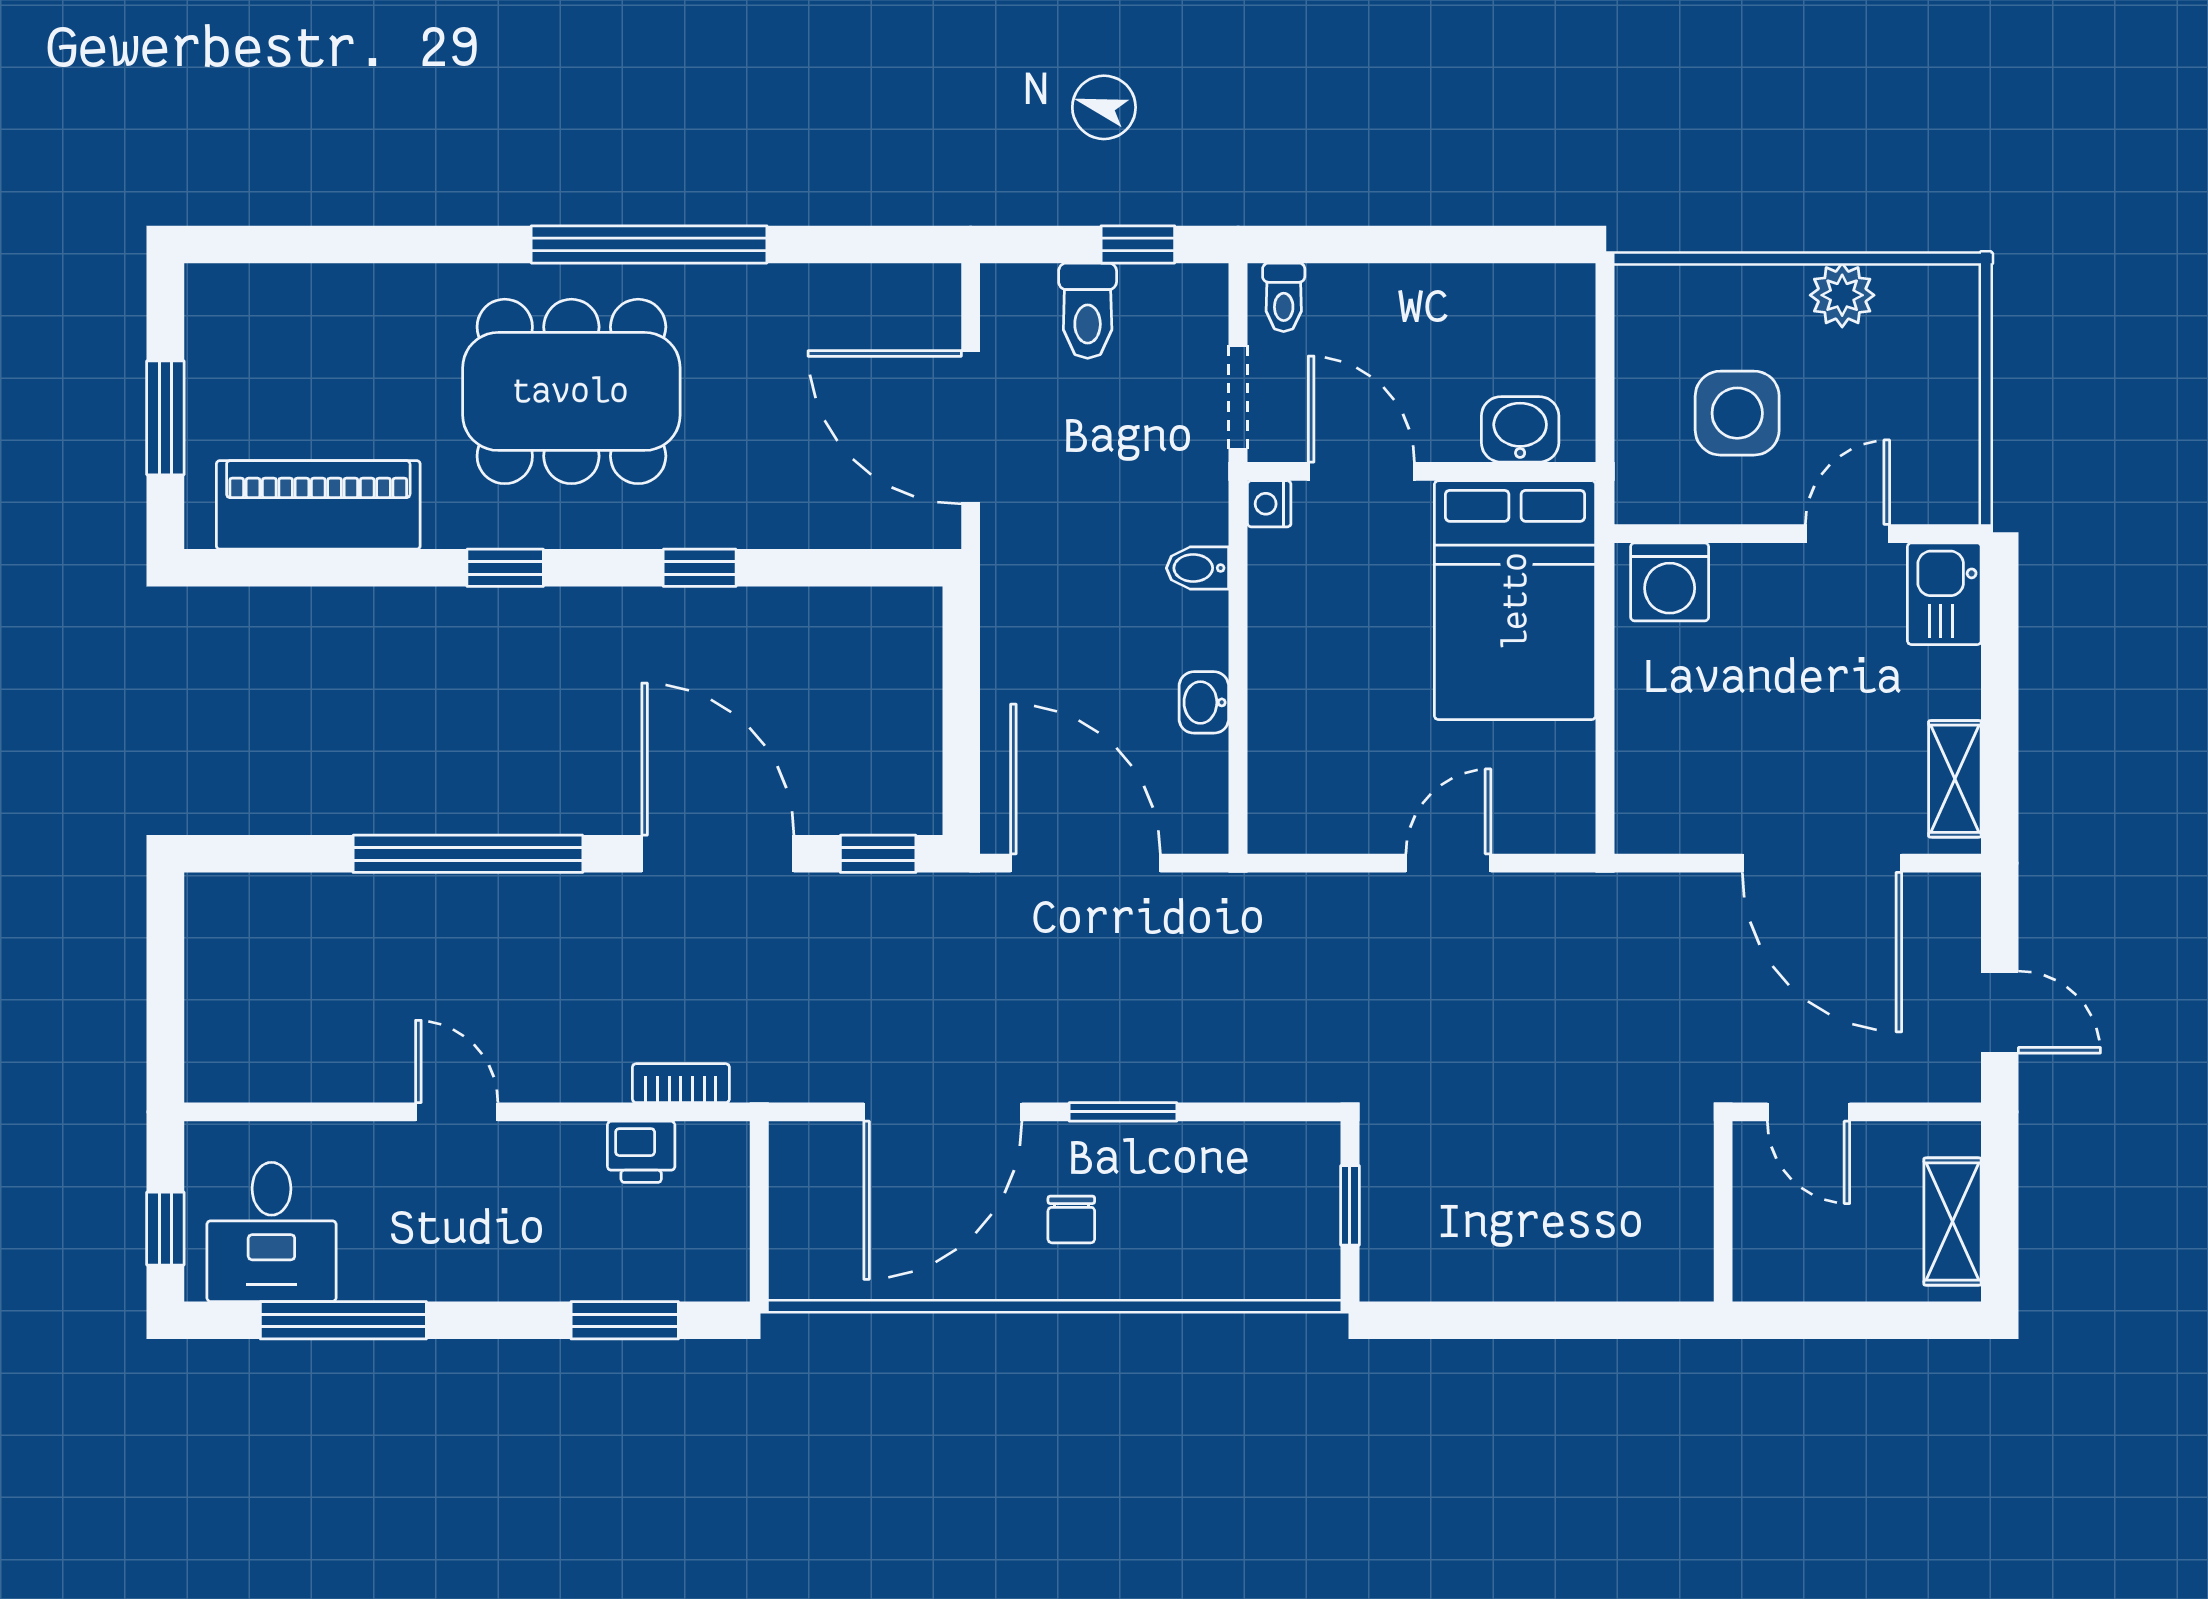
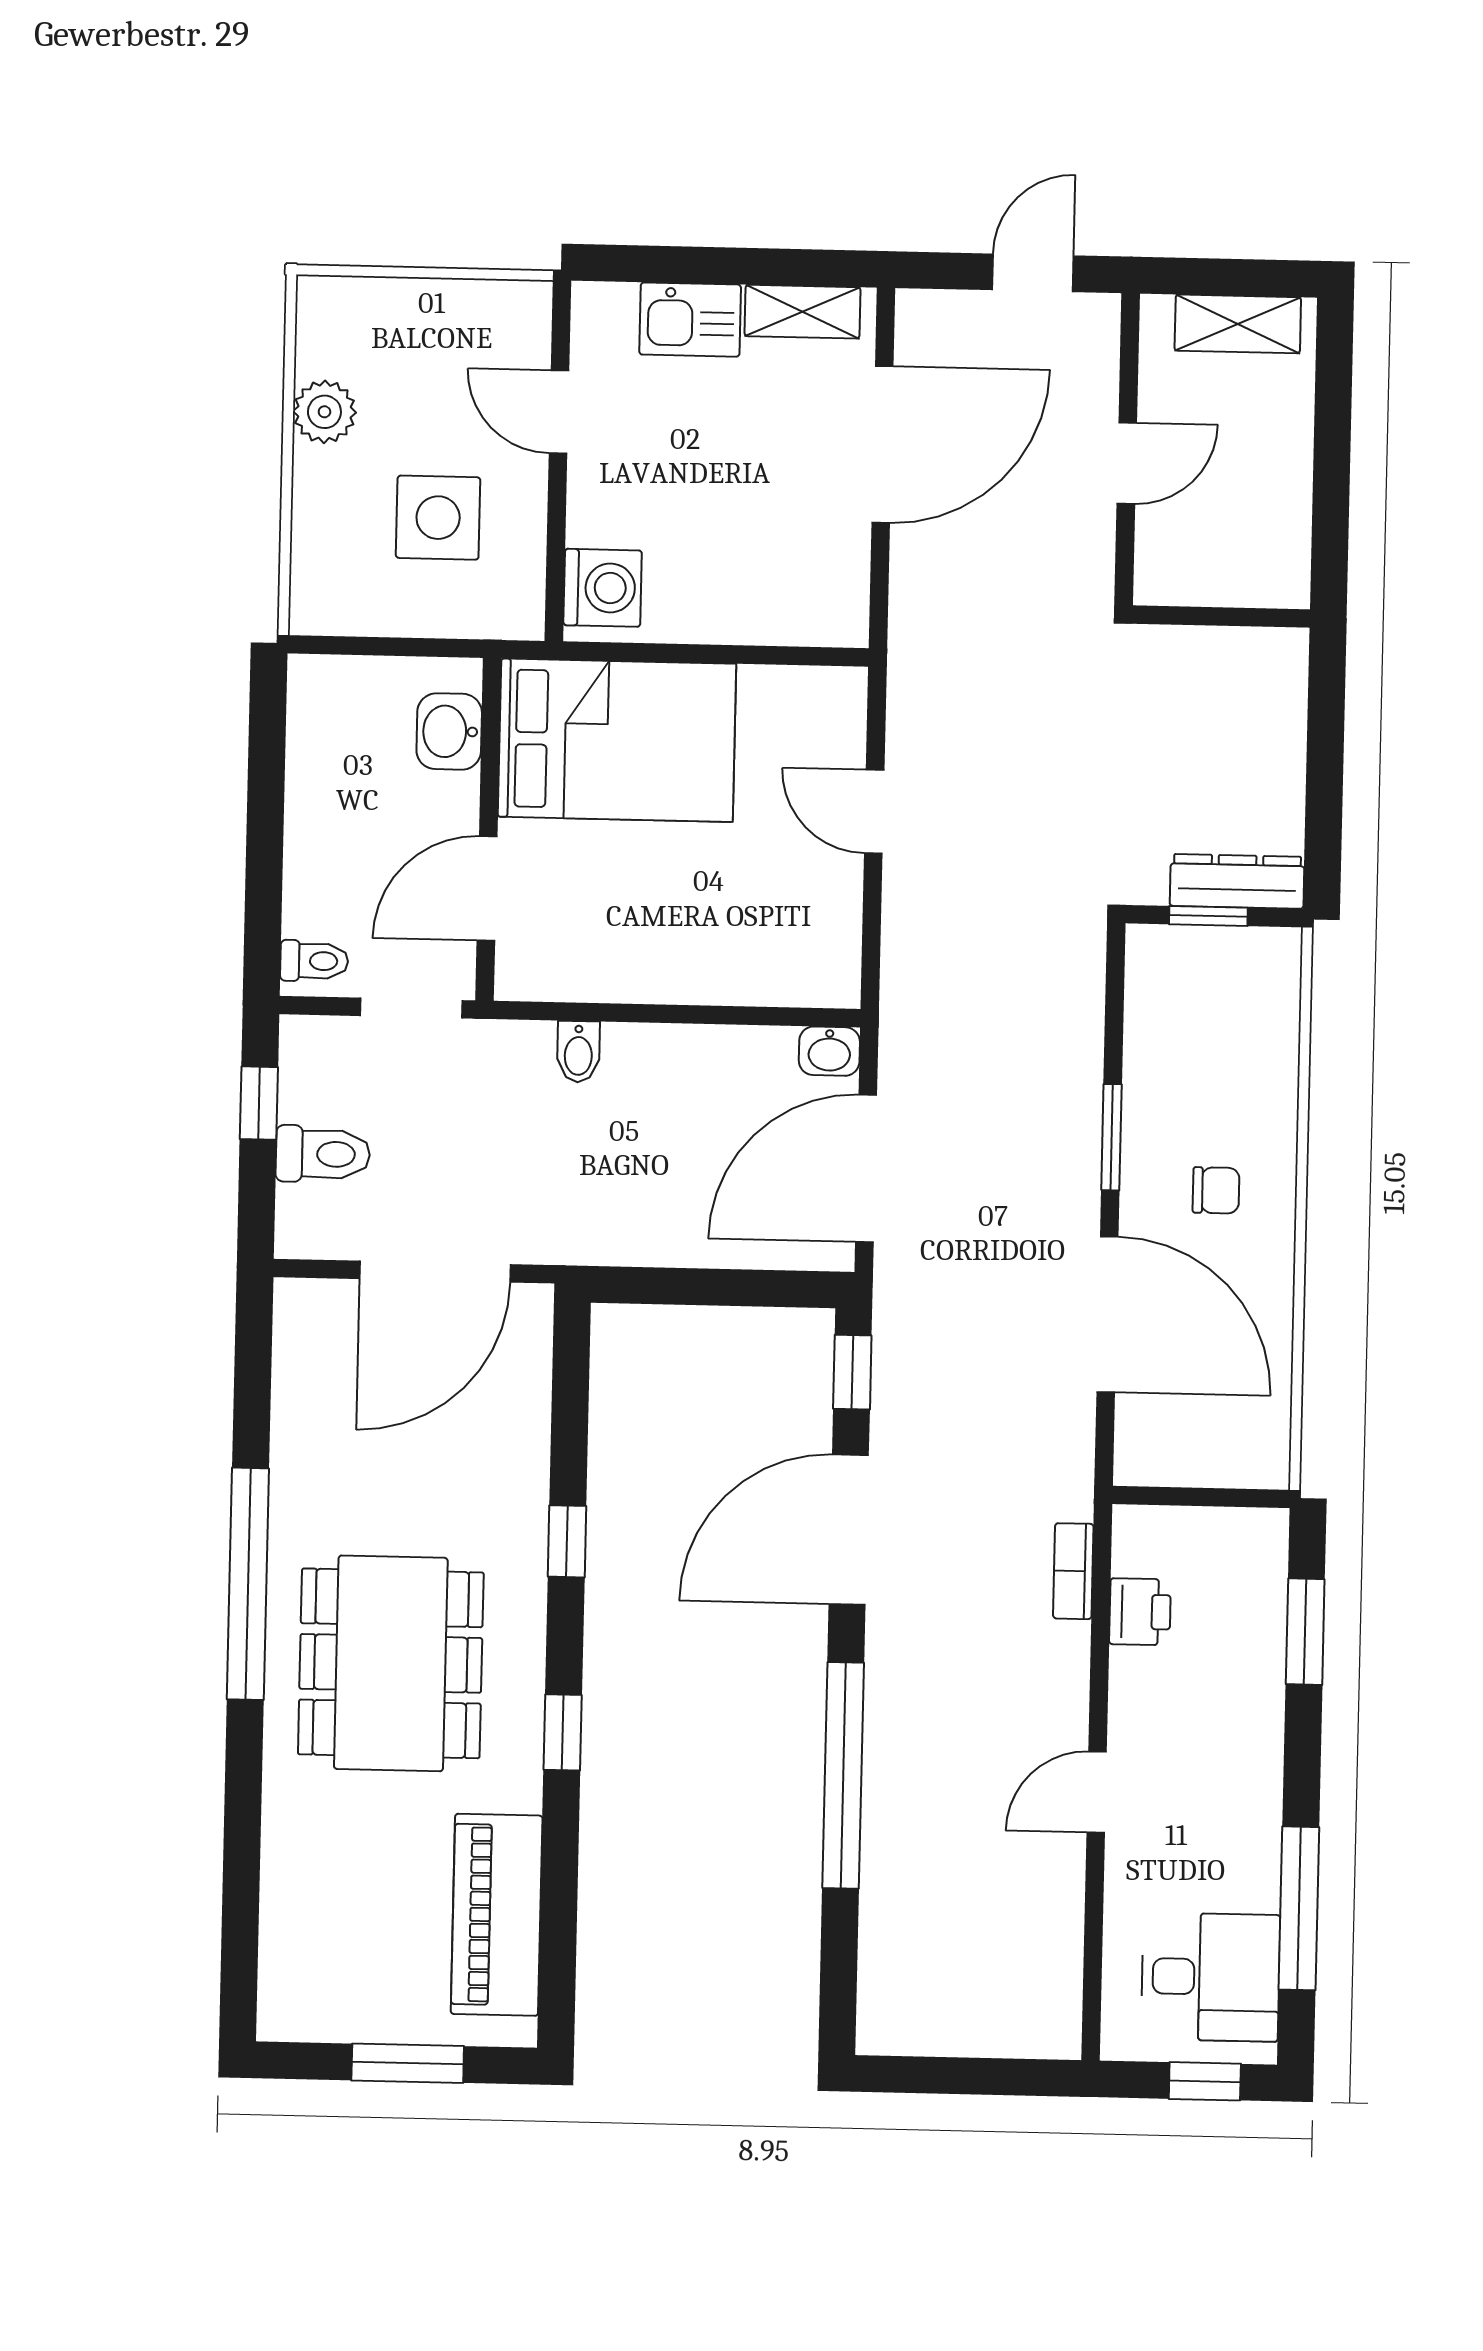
nightstand: (1269, 504) -> (517, 980), removed
kitchen sink: (1944, 594) -> (690, 320), moved
washbasin: (1204, 702) -> (829, 1051), moved
wall: (1723, 1211) -> (1221, 617), moved
dresser: (1386, 1234) -> (1237, 881), added

